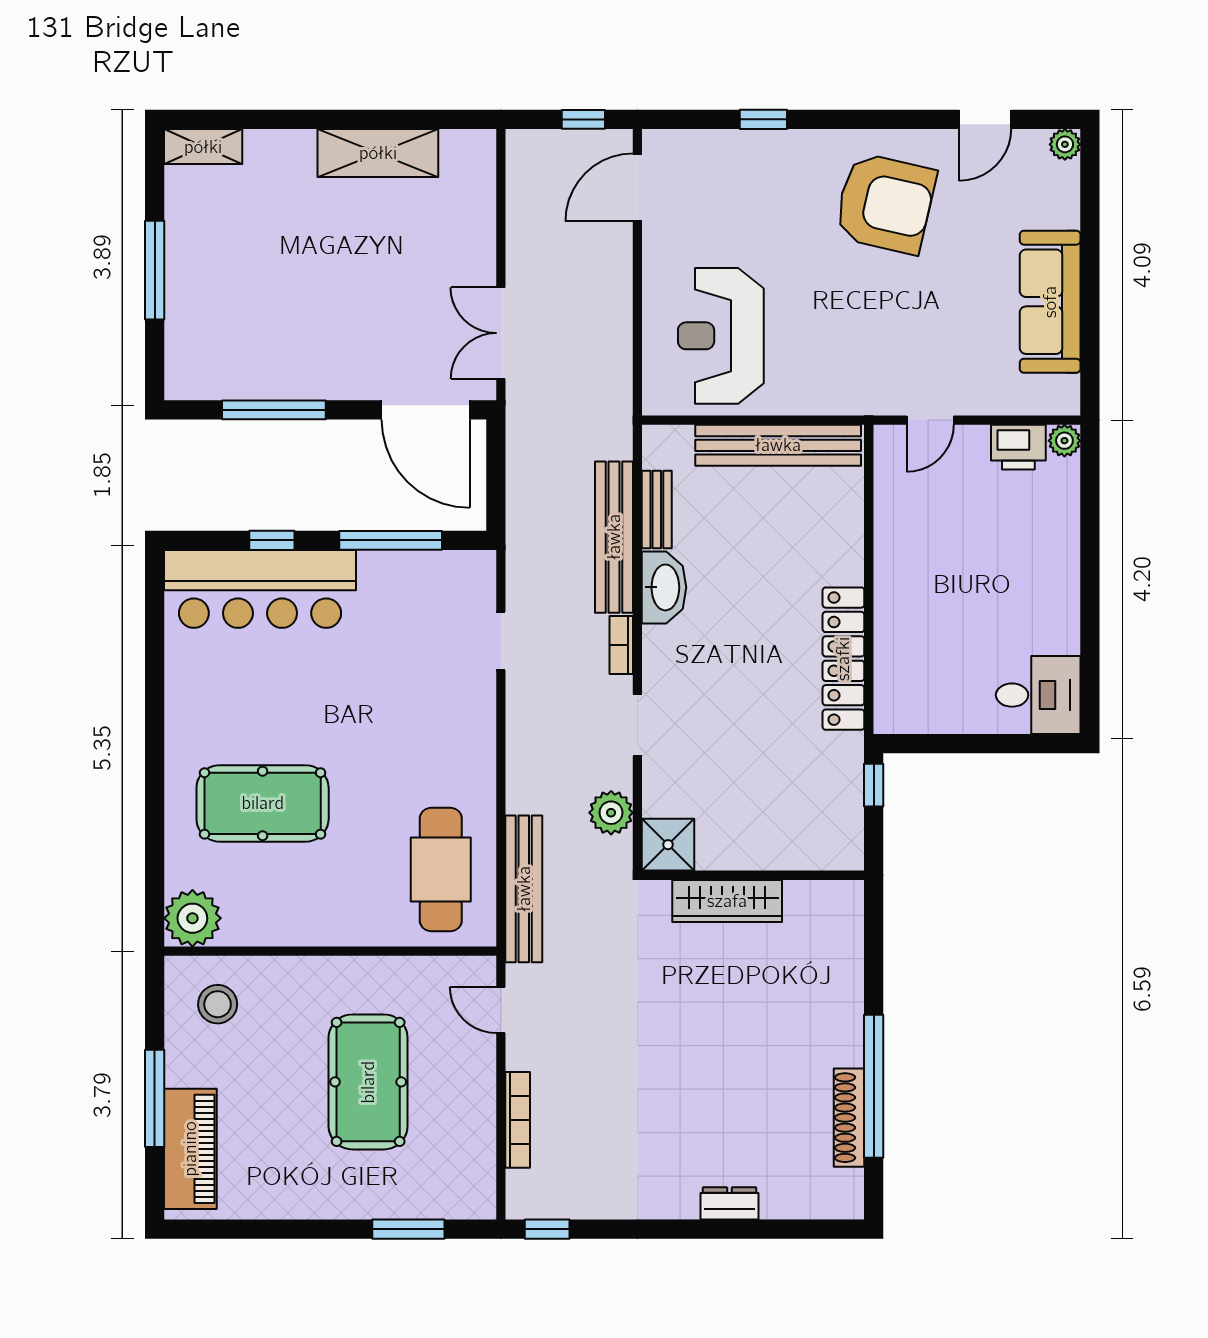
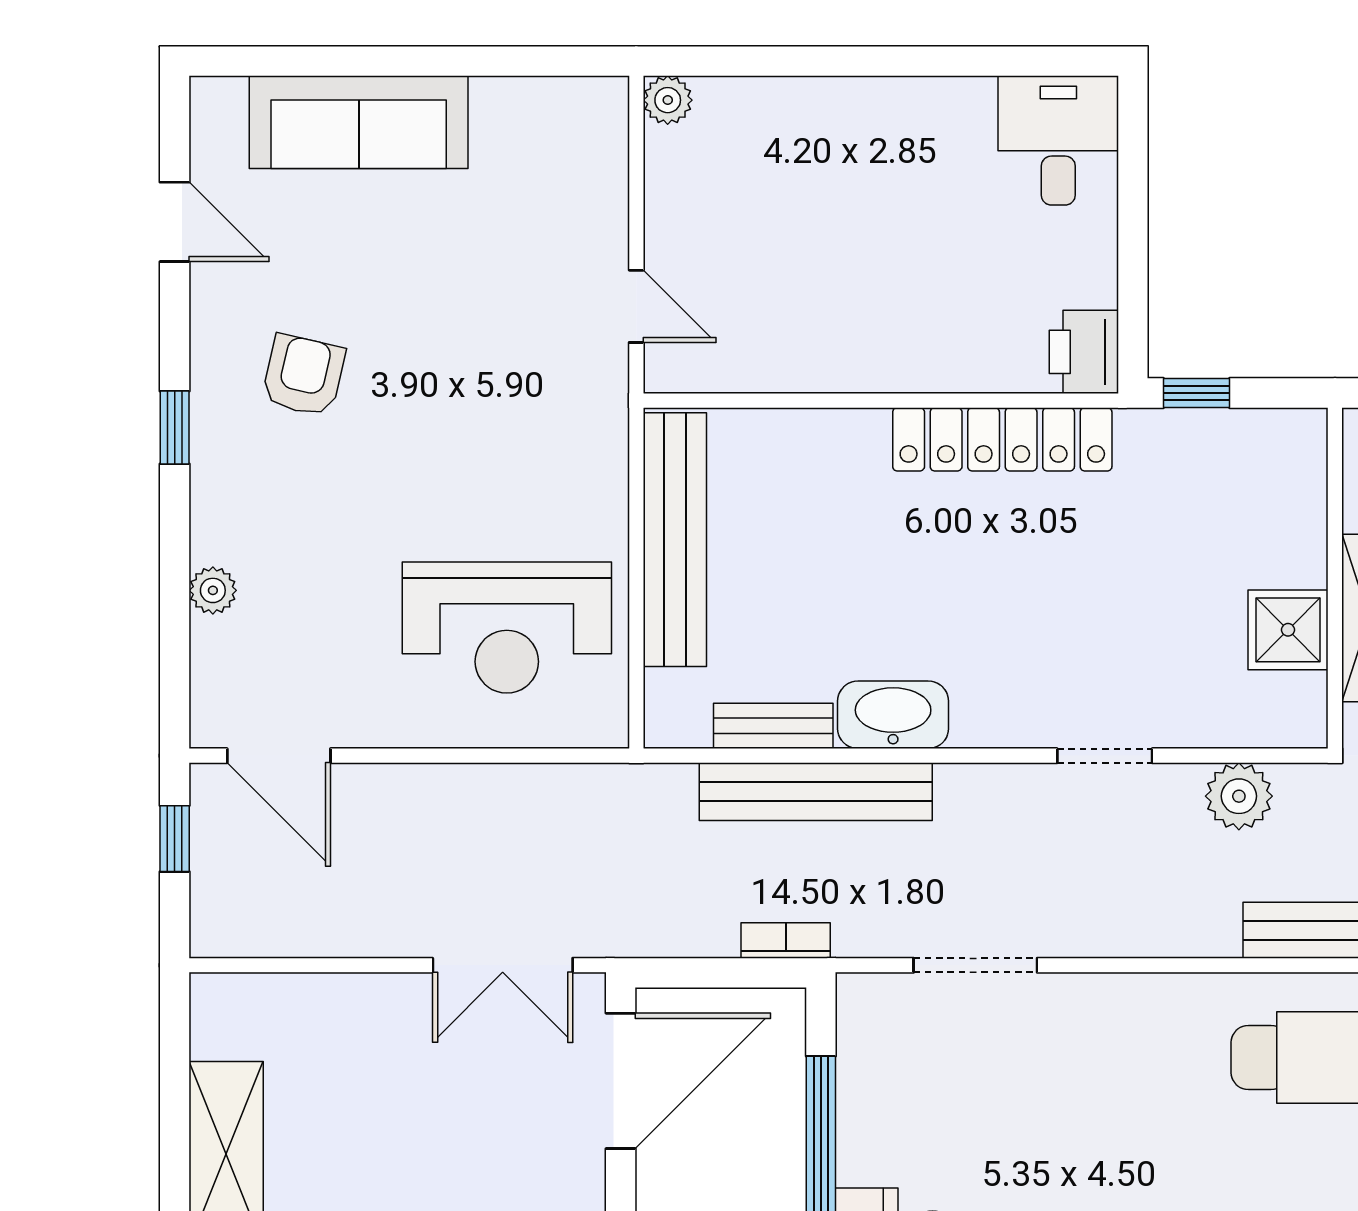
window: (763, 119) -> (175, 428), moved
plant: (1065, 144) -> (213, 590), moved
armchair: (885, 203) -> (303, 375), width x0.53, depth x0.53
sofa: (1050, 302) -> (359, 122), moved
printer: (1018, 447) -> (1084, 352), moved, turned 180
doorway: (501, 641) -> (975, 965), width x1.38
bookcase: (621, 645) -> (786, 940), moved, turned 180
shower: (668, 845) -> (1288, 630), moved

